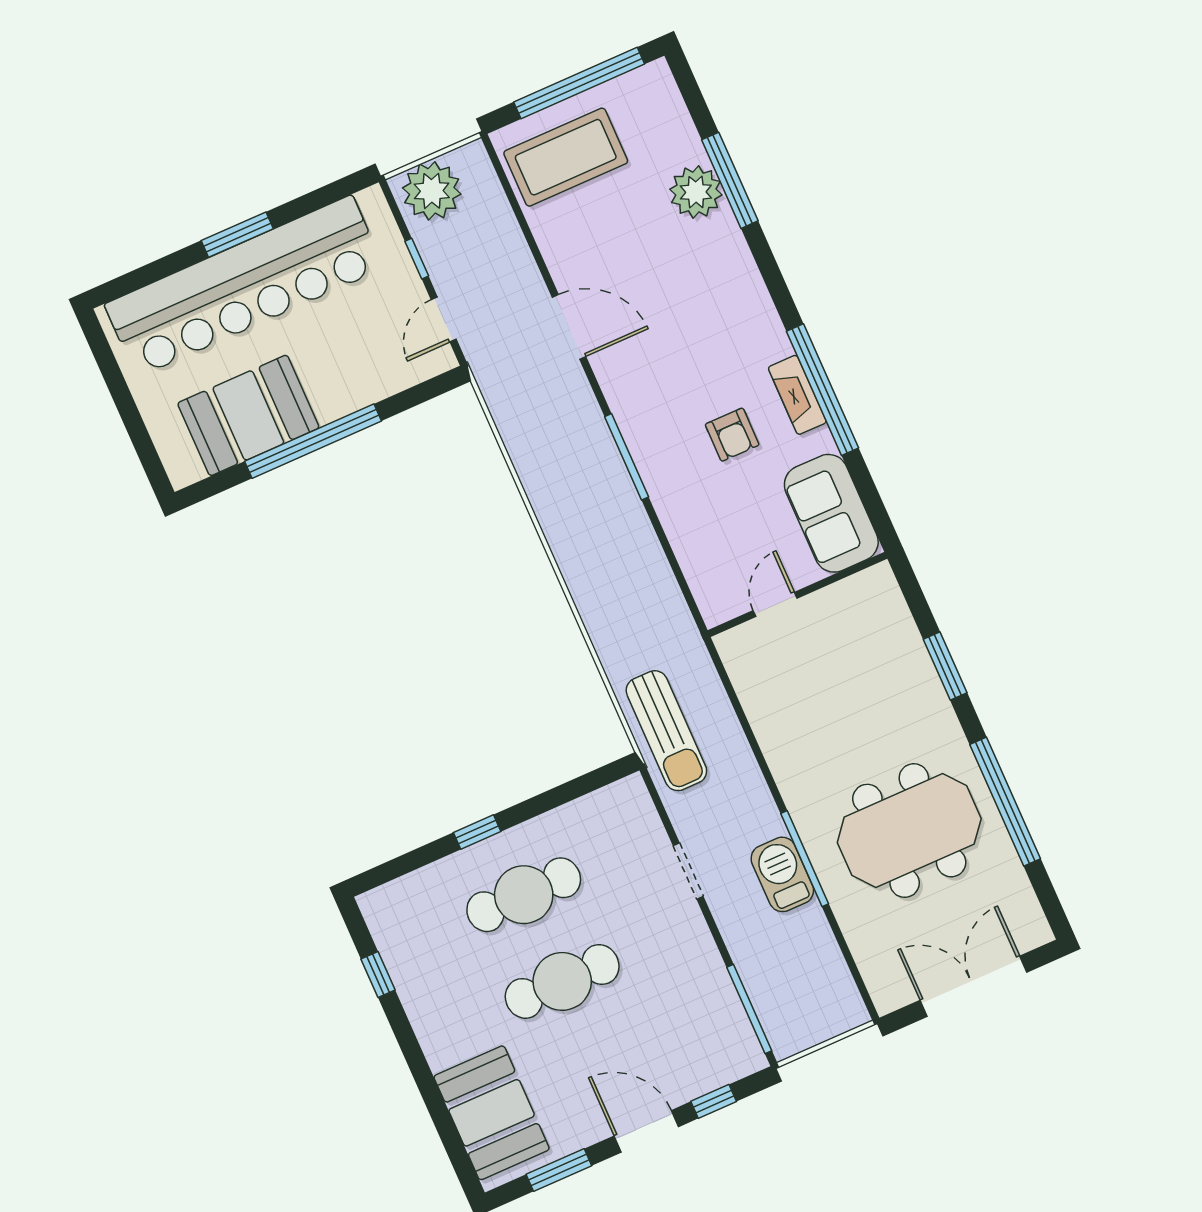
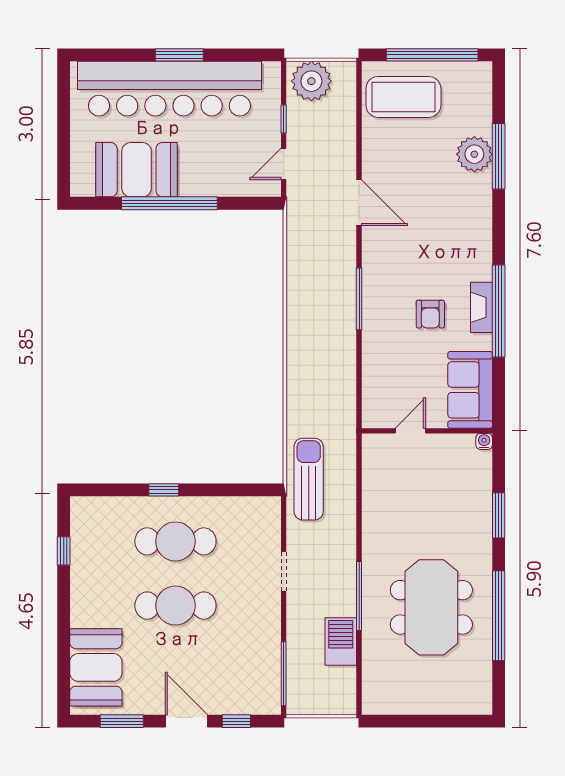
water cooler: (881, 575) -> (484, 441), added
sun lounger: (666, 731) -> (309, 479), turned 180
meeting table: (909, 831) -> (431, 607), turned 90
barbecue: (782, 874) -> (341, 642), moved
double door: (973, 986) -> (428, 721), removed

